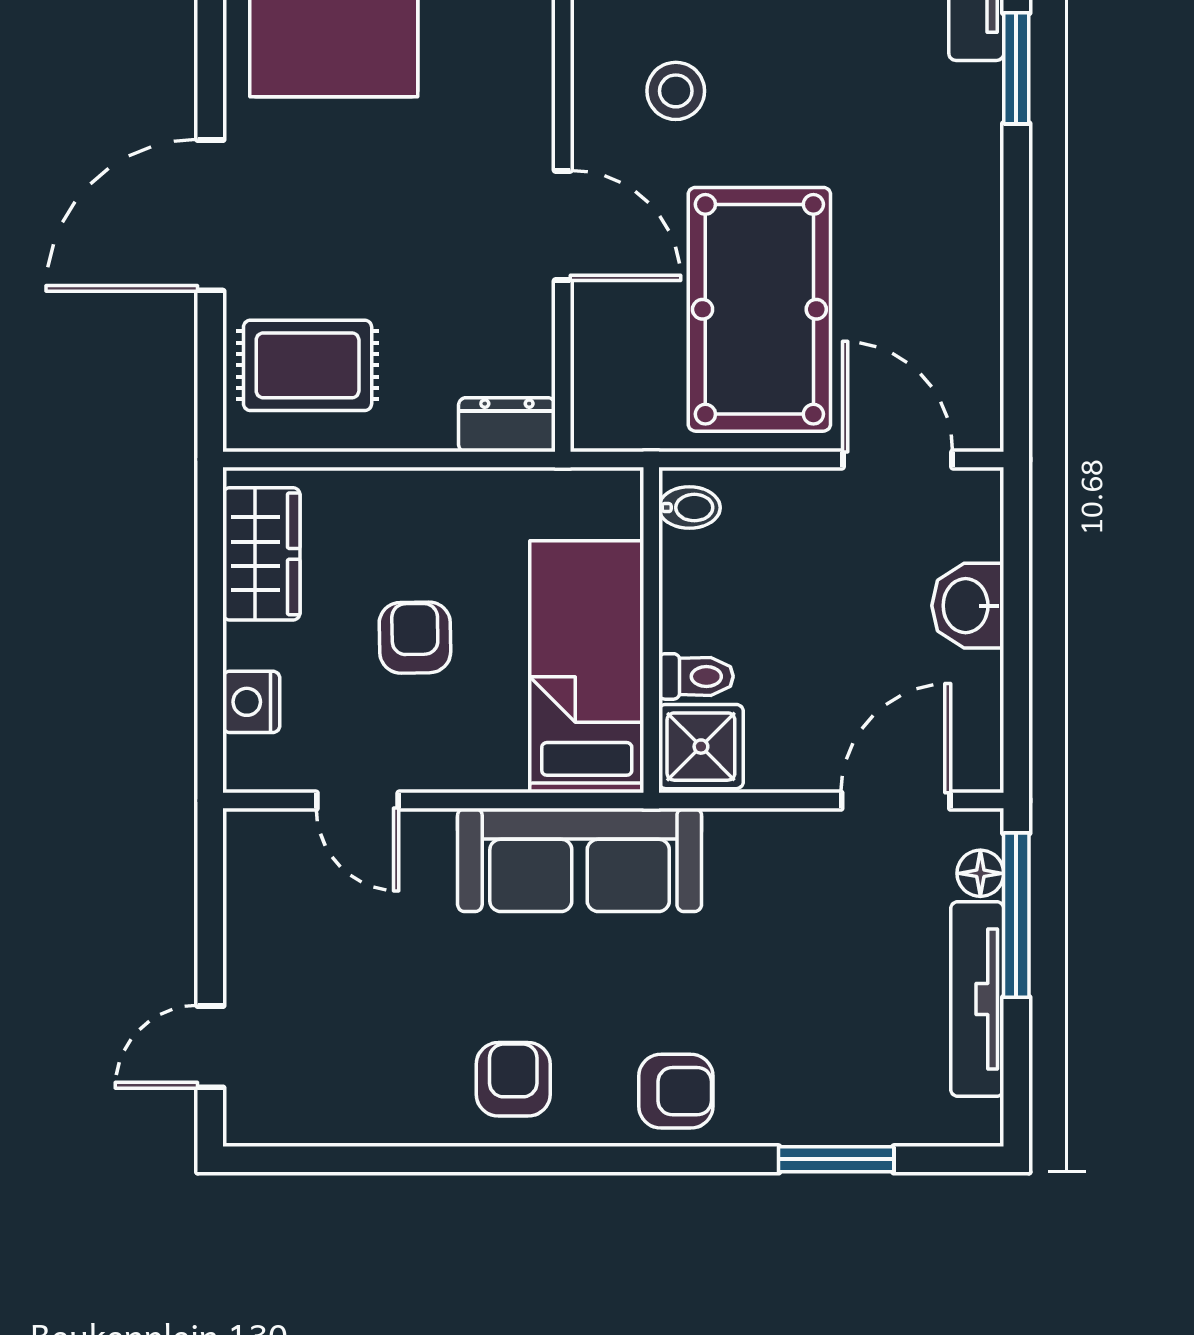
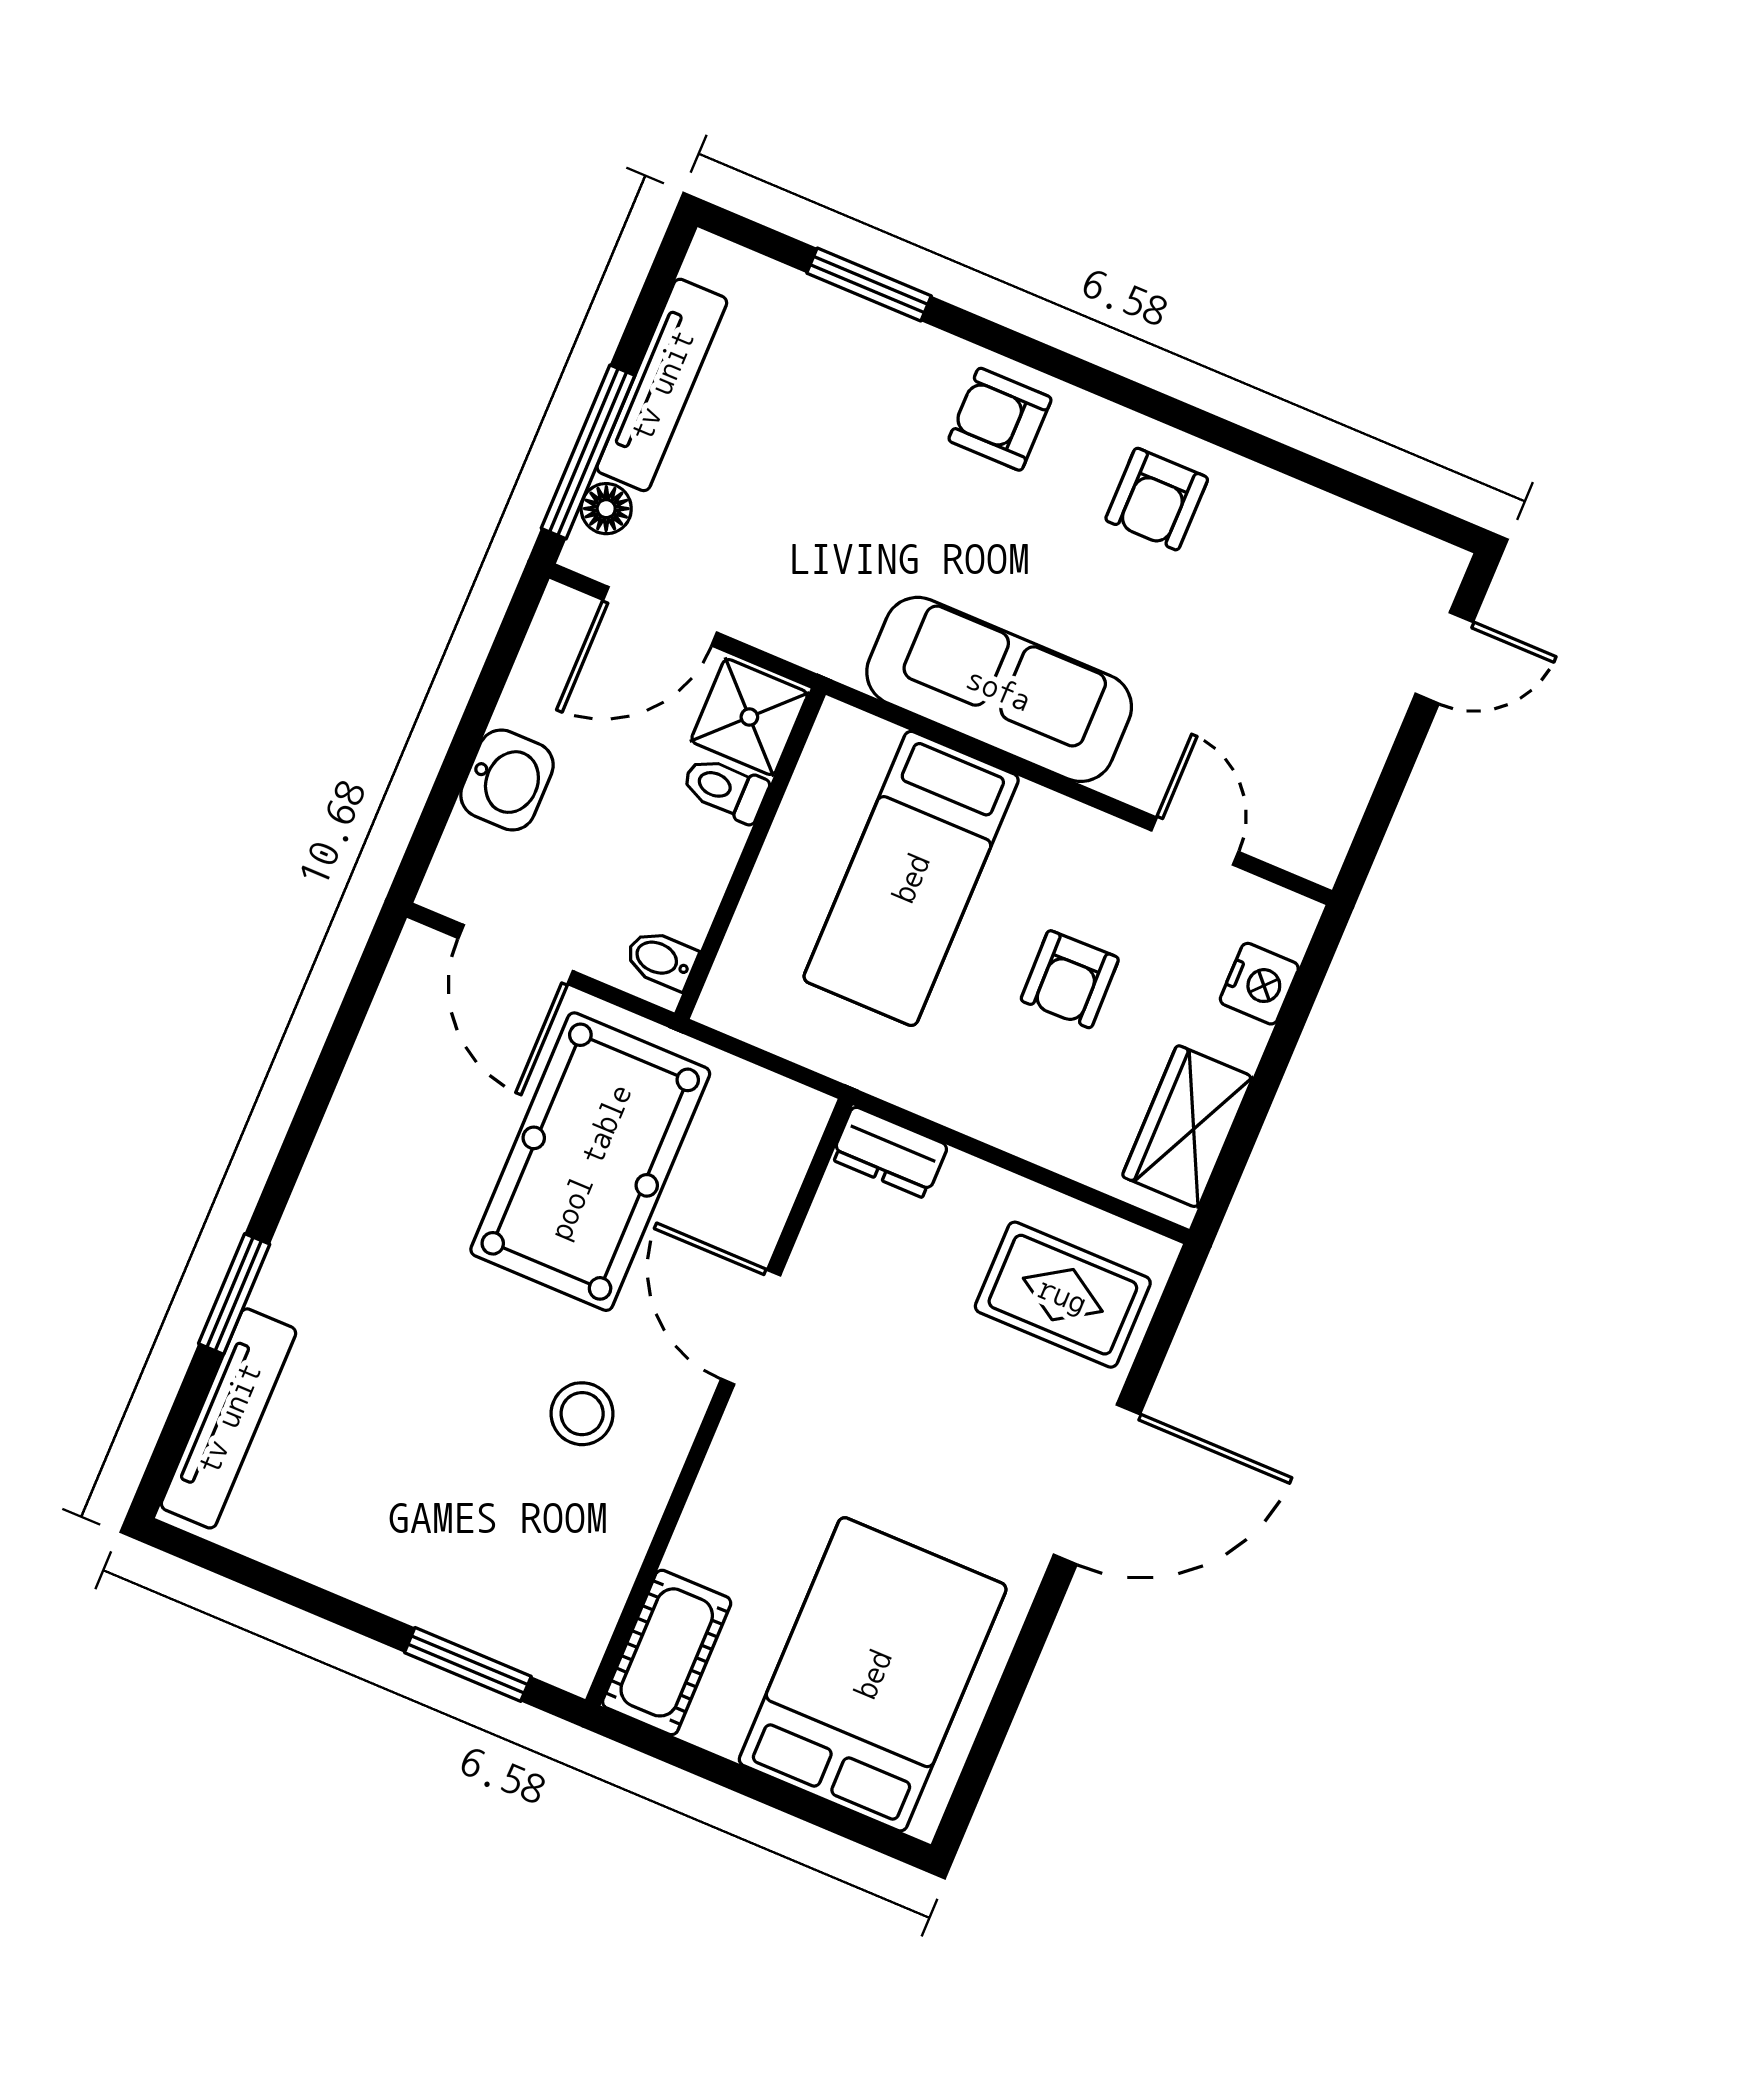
bidet: (689, 508) -> (661, 959), moved
wall: (651, 630) -> (750, 854), moved
toilet: (696, 676) -> (725, 789), moved
shower: (701, 747) -> (749, 717), moved

